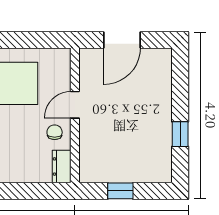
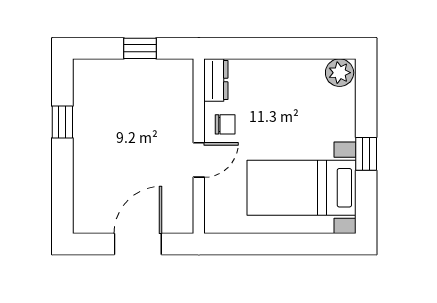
chair: (55, 132) -> (225, 124), turned -90

